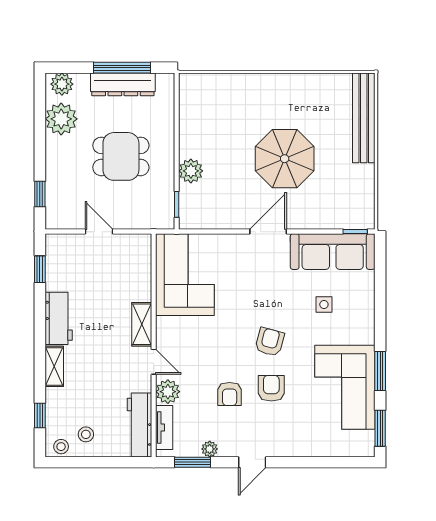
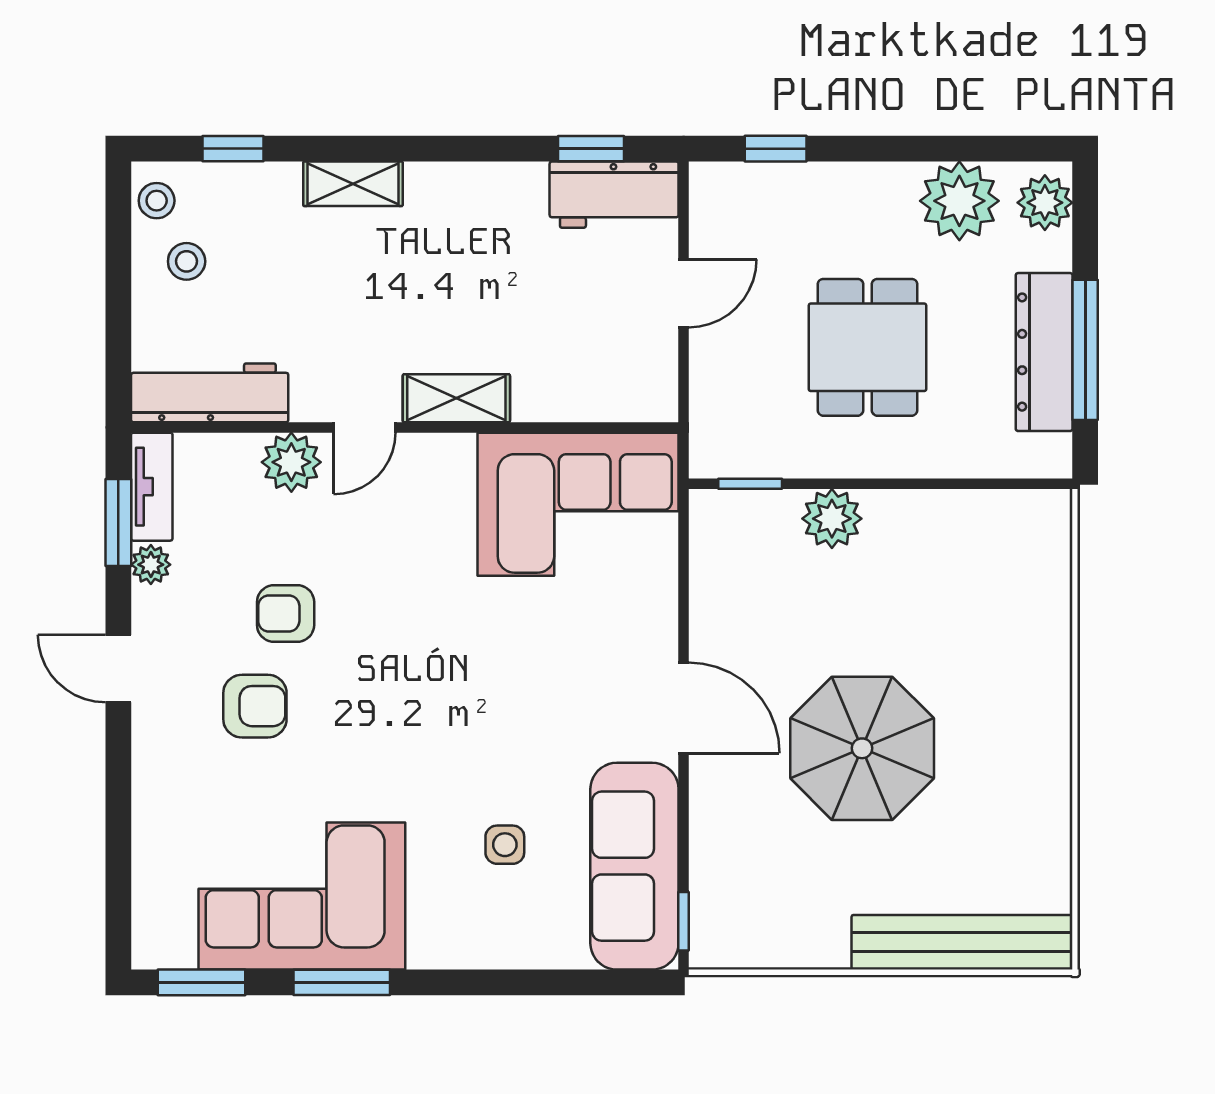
workbench: (59, 318) -> (614, 195), moved
armchair: (270, 342) -> (413, 712), removed
armchair: (271, 388) -> (255, 706), moved
tv unit: (164, 427) -> (152, 487), moved, turned -90

